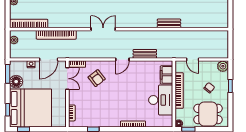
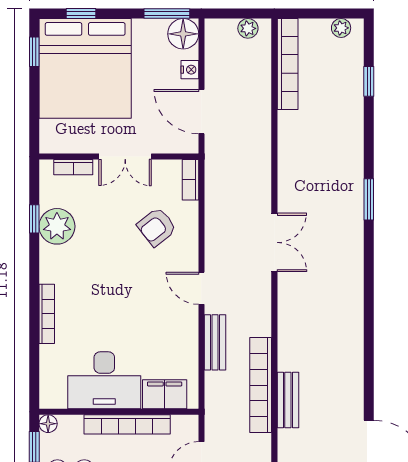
bookcase: (56, 35) -> (261, 385), moved
double door: (67, 79) -> (125, 157), moved
floor lamp: (16, 82) -> (183, 34), moved
plant: (96, 120) -> (57, 226), added

